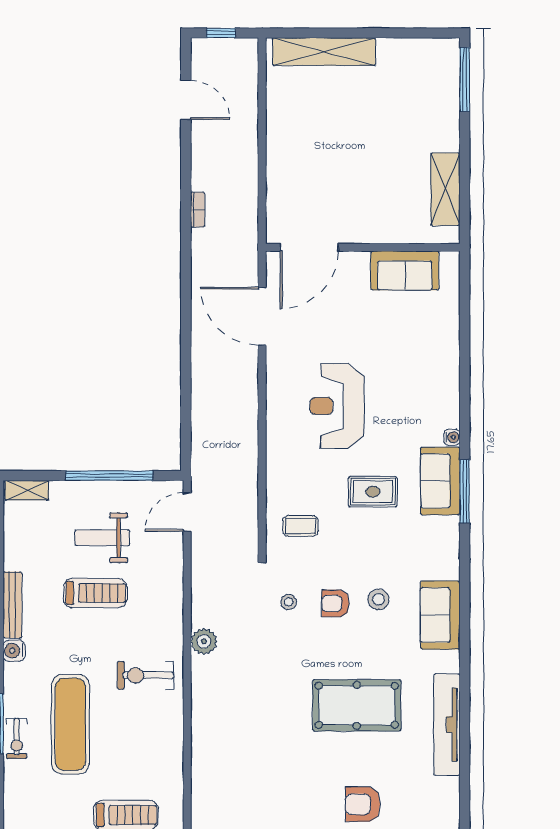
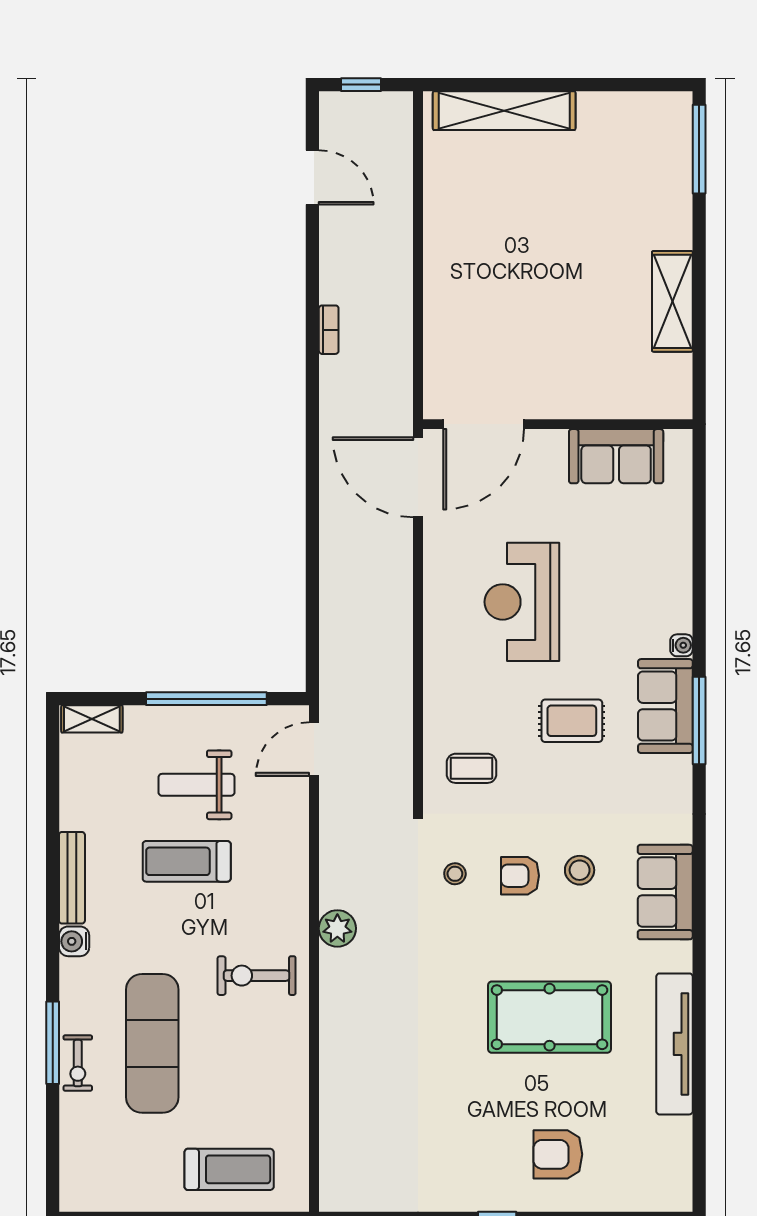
door: (309, 247) -> (484, 424), moved
wall: (363, 247) -> (558, 424), moved
sofa: (405, 270) -> (616, 456), moved
treadmill: (95, 593) -> (187, 861), turned 180

